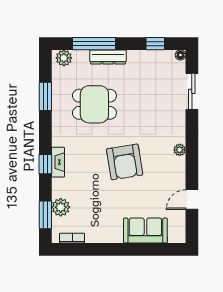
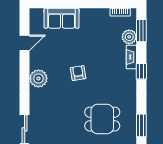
plant: (180, 150) -> (38, 78), width x1.88, depth x1.88
fireplace: (58, 162) -> (131, 57), moved
armchair: (125, 162) -> (78, 73), width x0.53, depth x0.53

